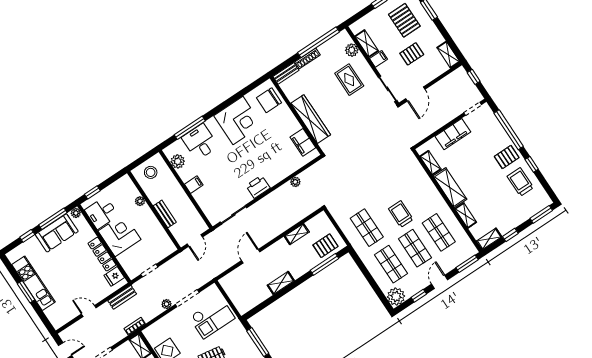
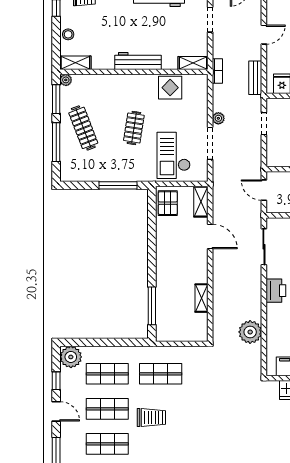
plant: (295, 182) -> (250, 332), width x1.87, depth x1.87
pallet: (325, 246) -> (168, 203), moved
shelving: (281, 283) -> (201, 202), moved

